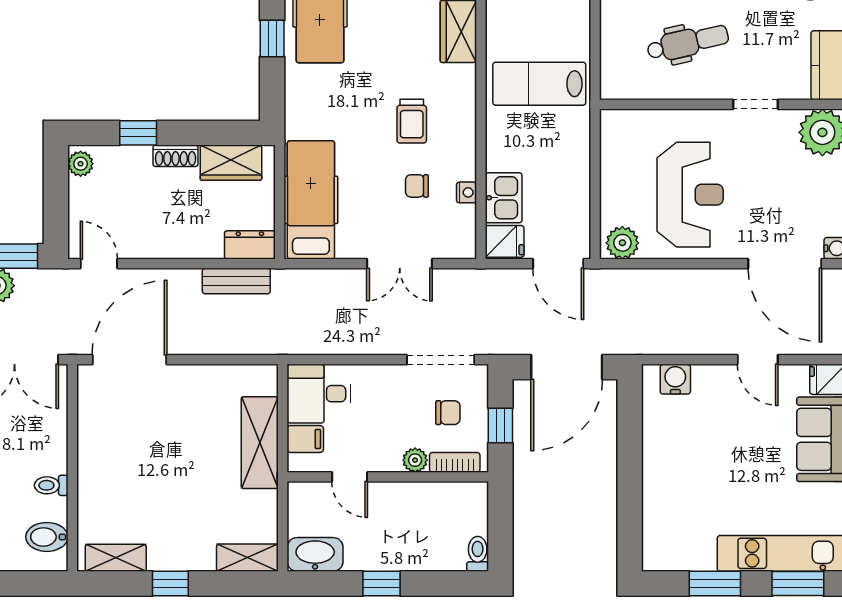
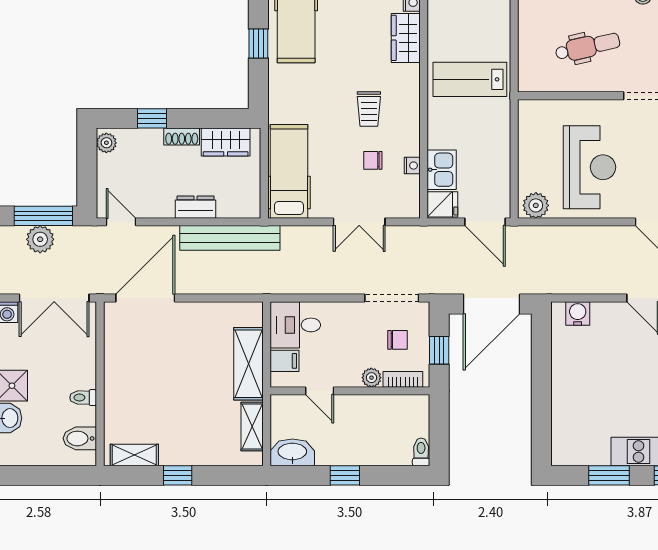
dresser: (250, 245) -> (196, 207), moved
bench: (236, 281) -> (230, 238), width x1.86, depth x1.21
shelving: (247, 558) -> (252, 426), moved, turned 90

